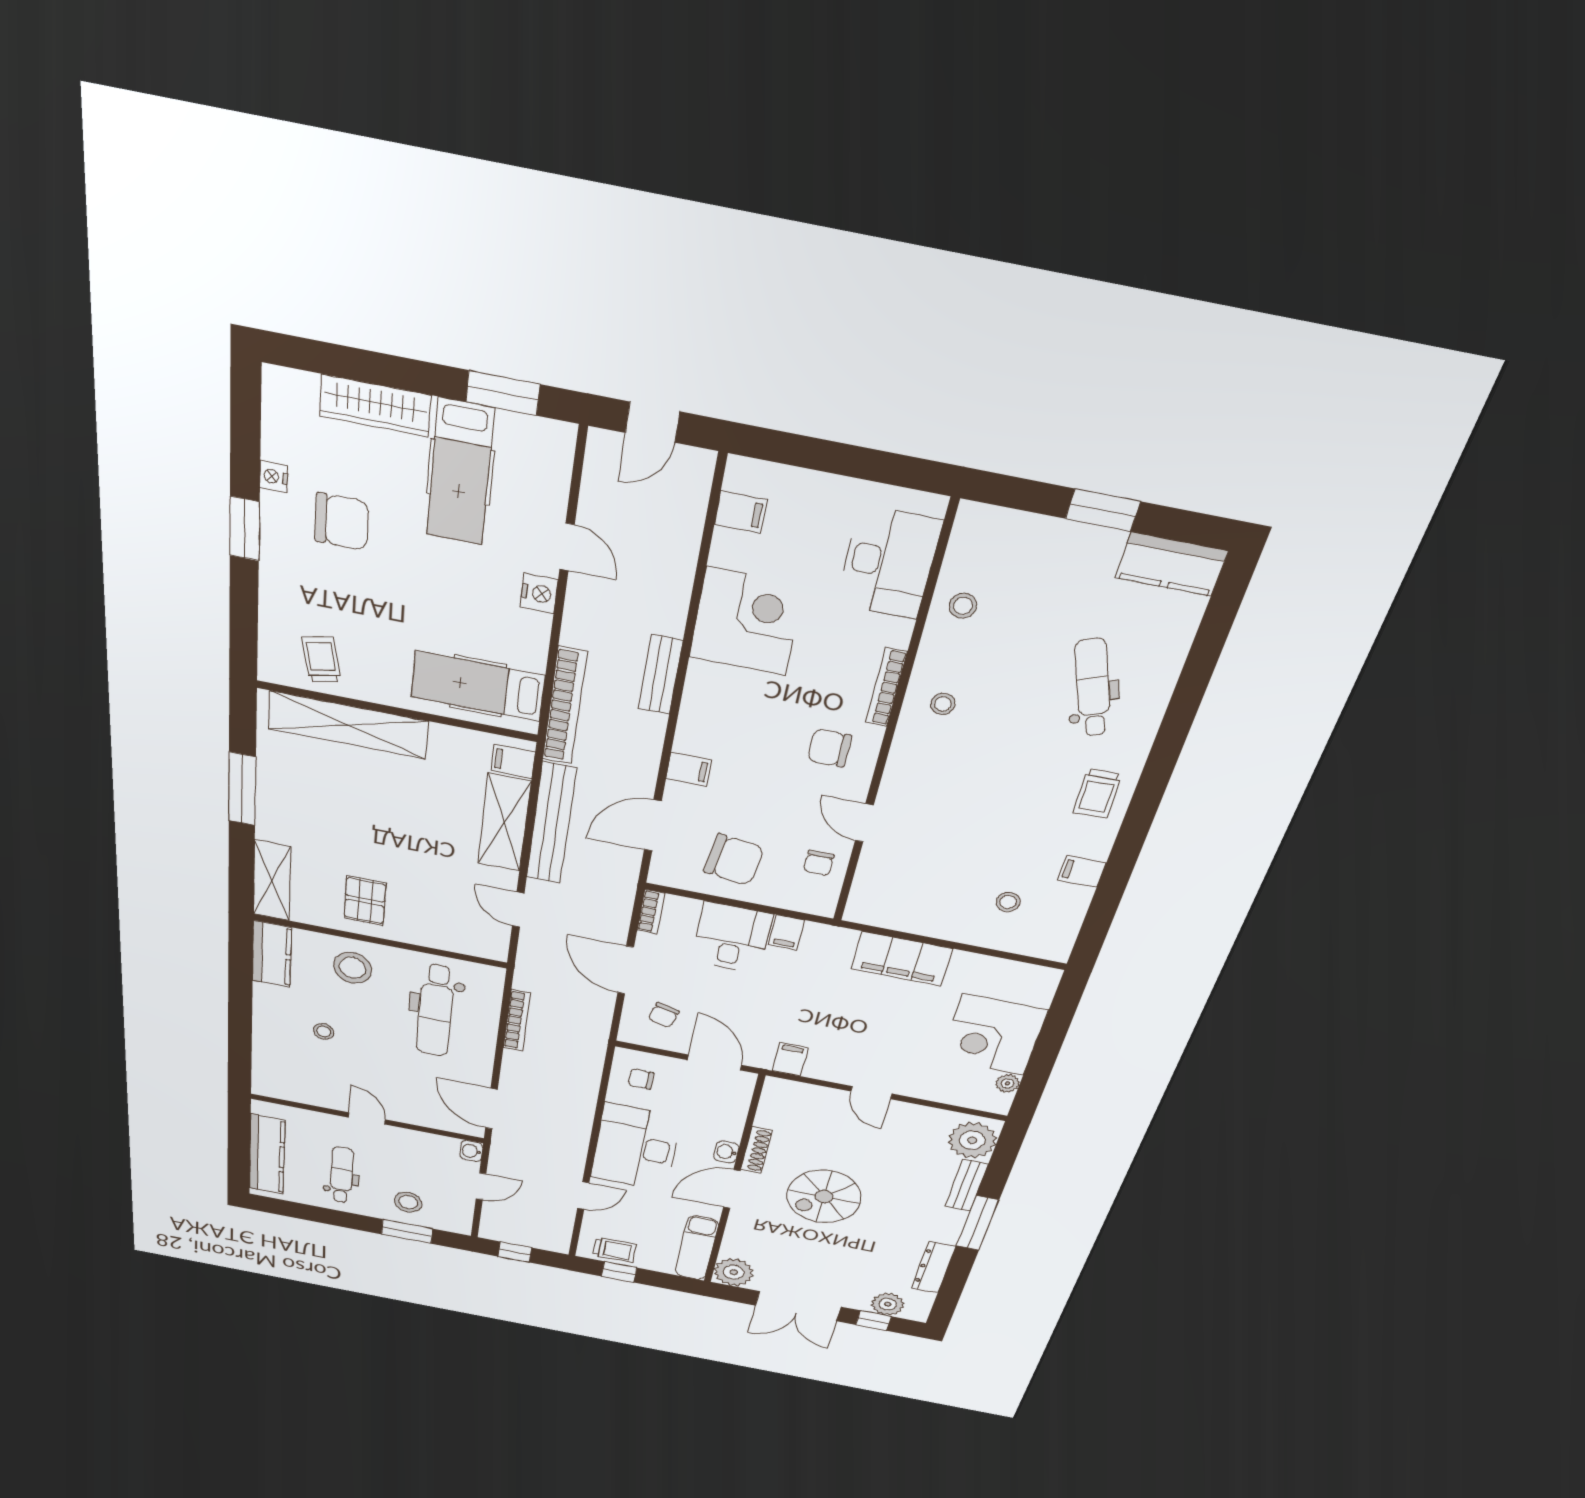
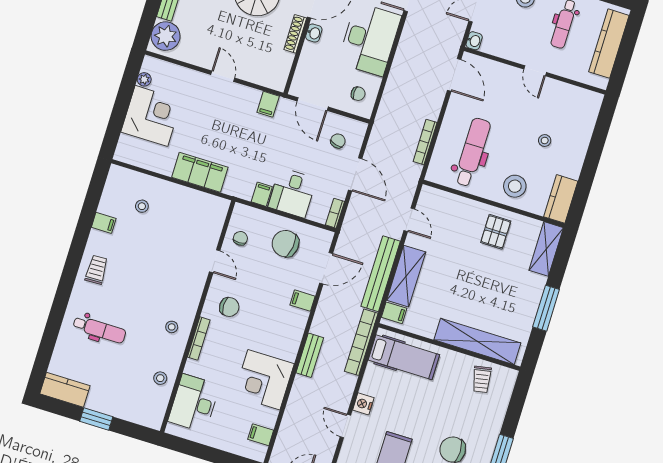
dental chair: (1093, 688) -> (99, 329), turned -69

